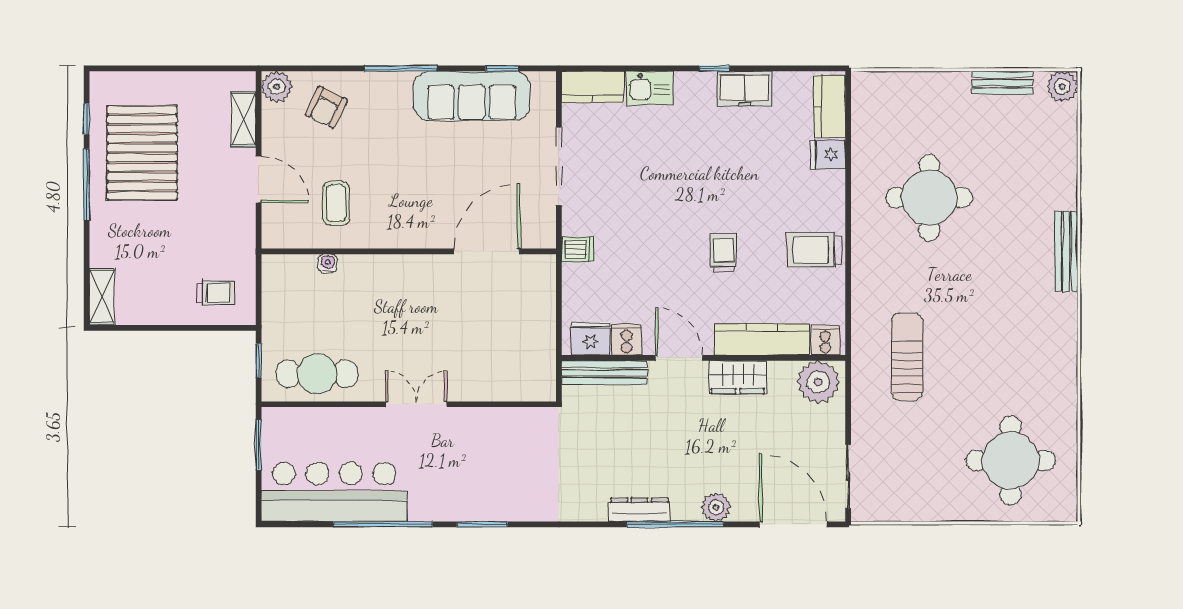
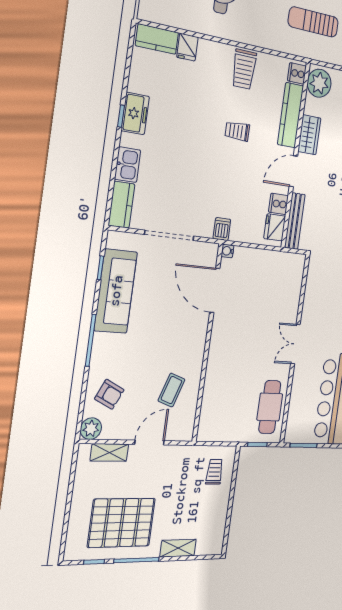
freezer: (745, 89) -> (135, 113), moved
coffee table: (336, 203) -> (171, 390), turned -71
water cooler: (328, 264) -> (227, 251), moved
shelving: (102, 296) -> (178, 548), moved

